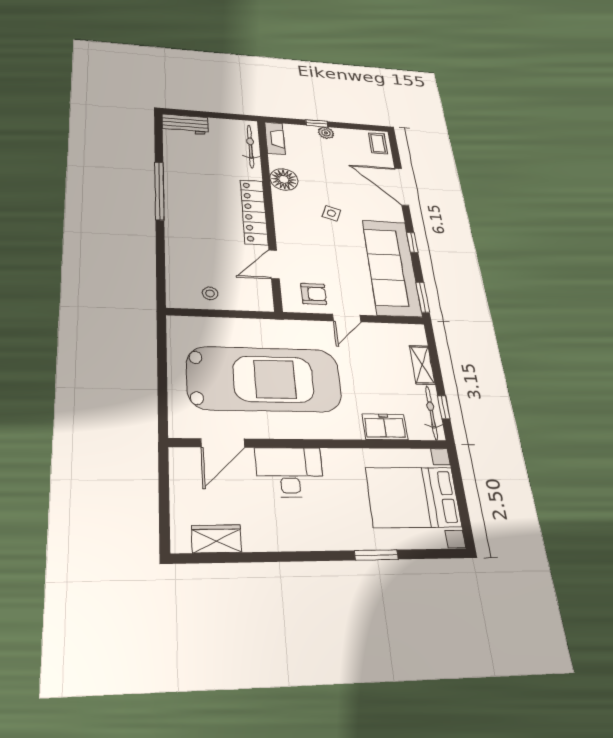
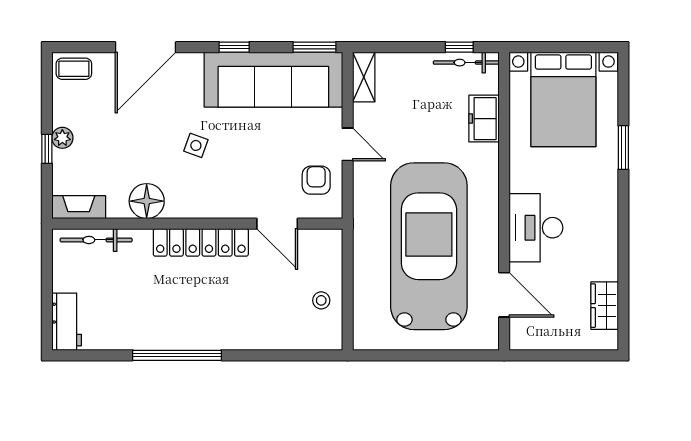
shelving: (422, 365) -> (364, 77), moved, turned 90

